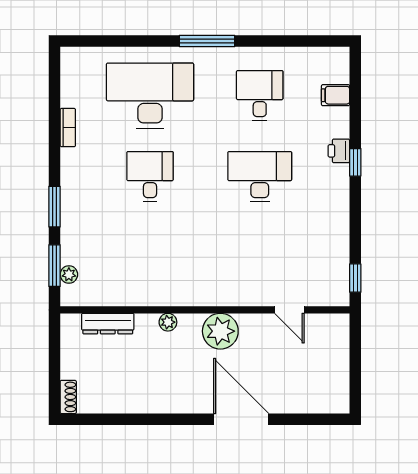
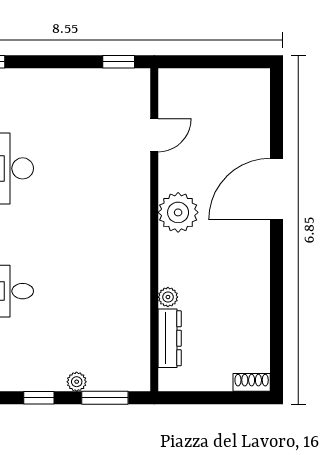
window: (54, 207) -> (39, 398), width x0.67
plant: (69, 275) -> (77, 382), moved
plant: (168, 322) -> (168, 297), moved

